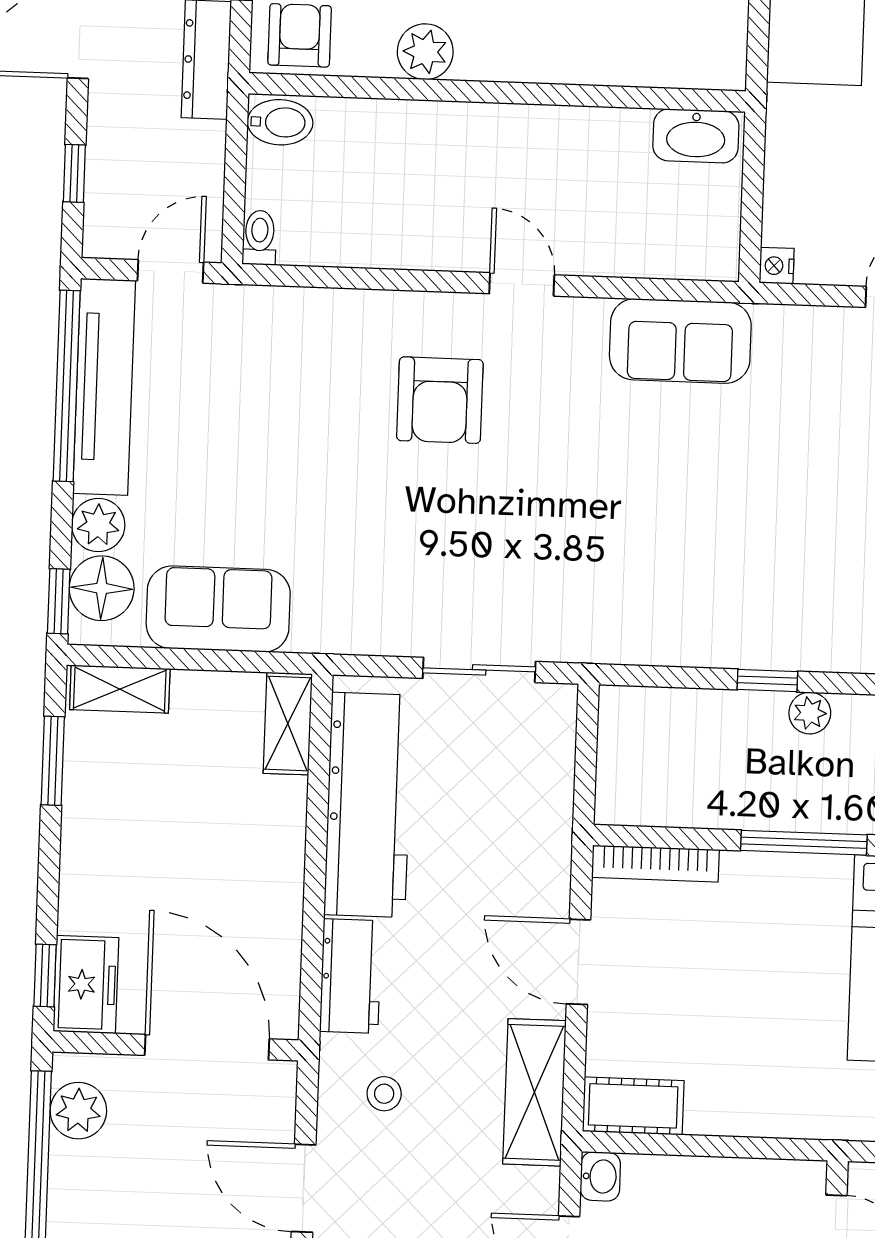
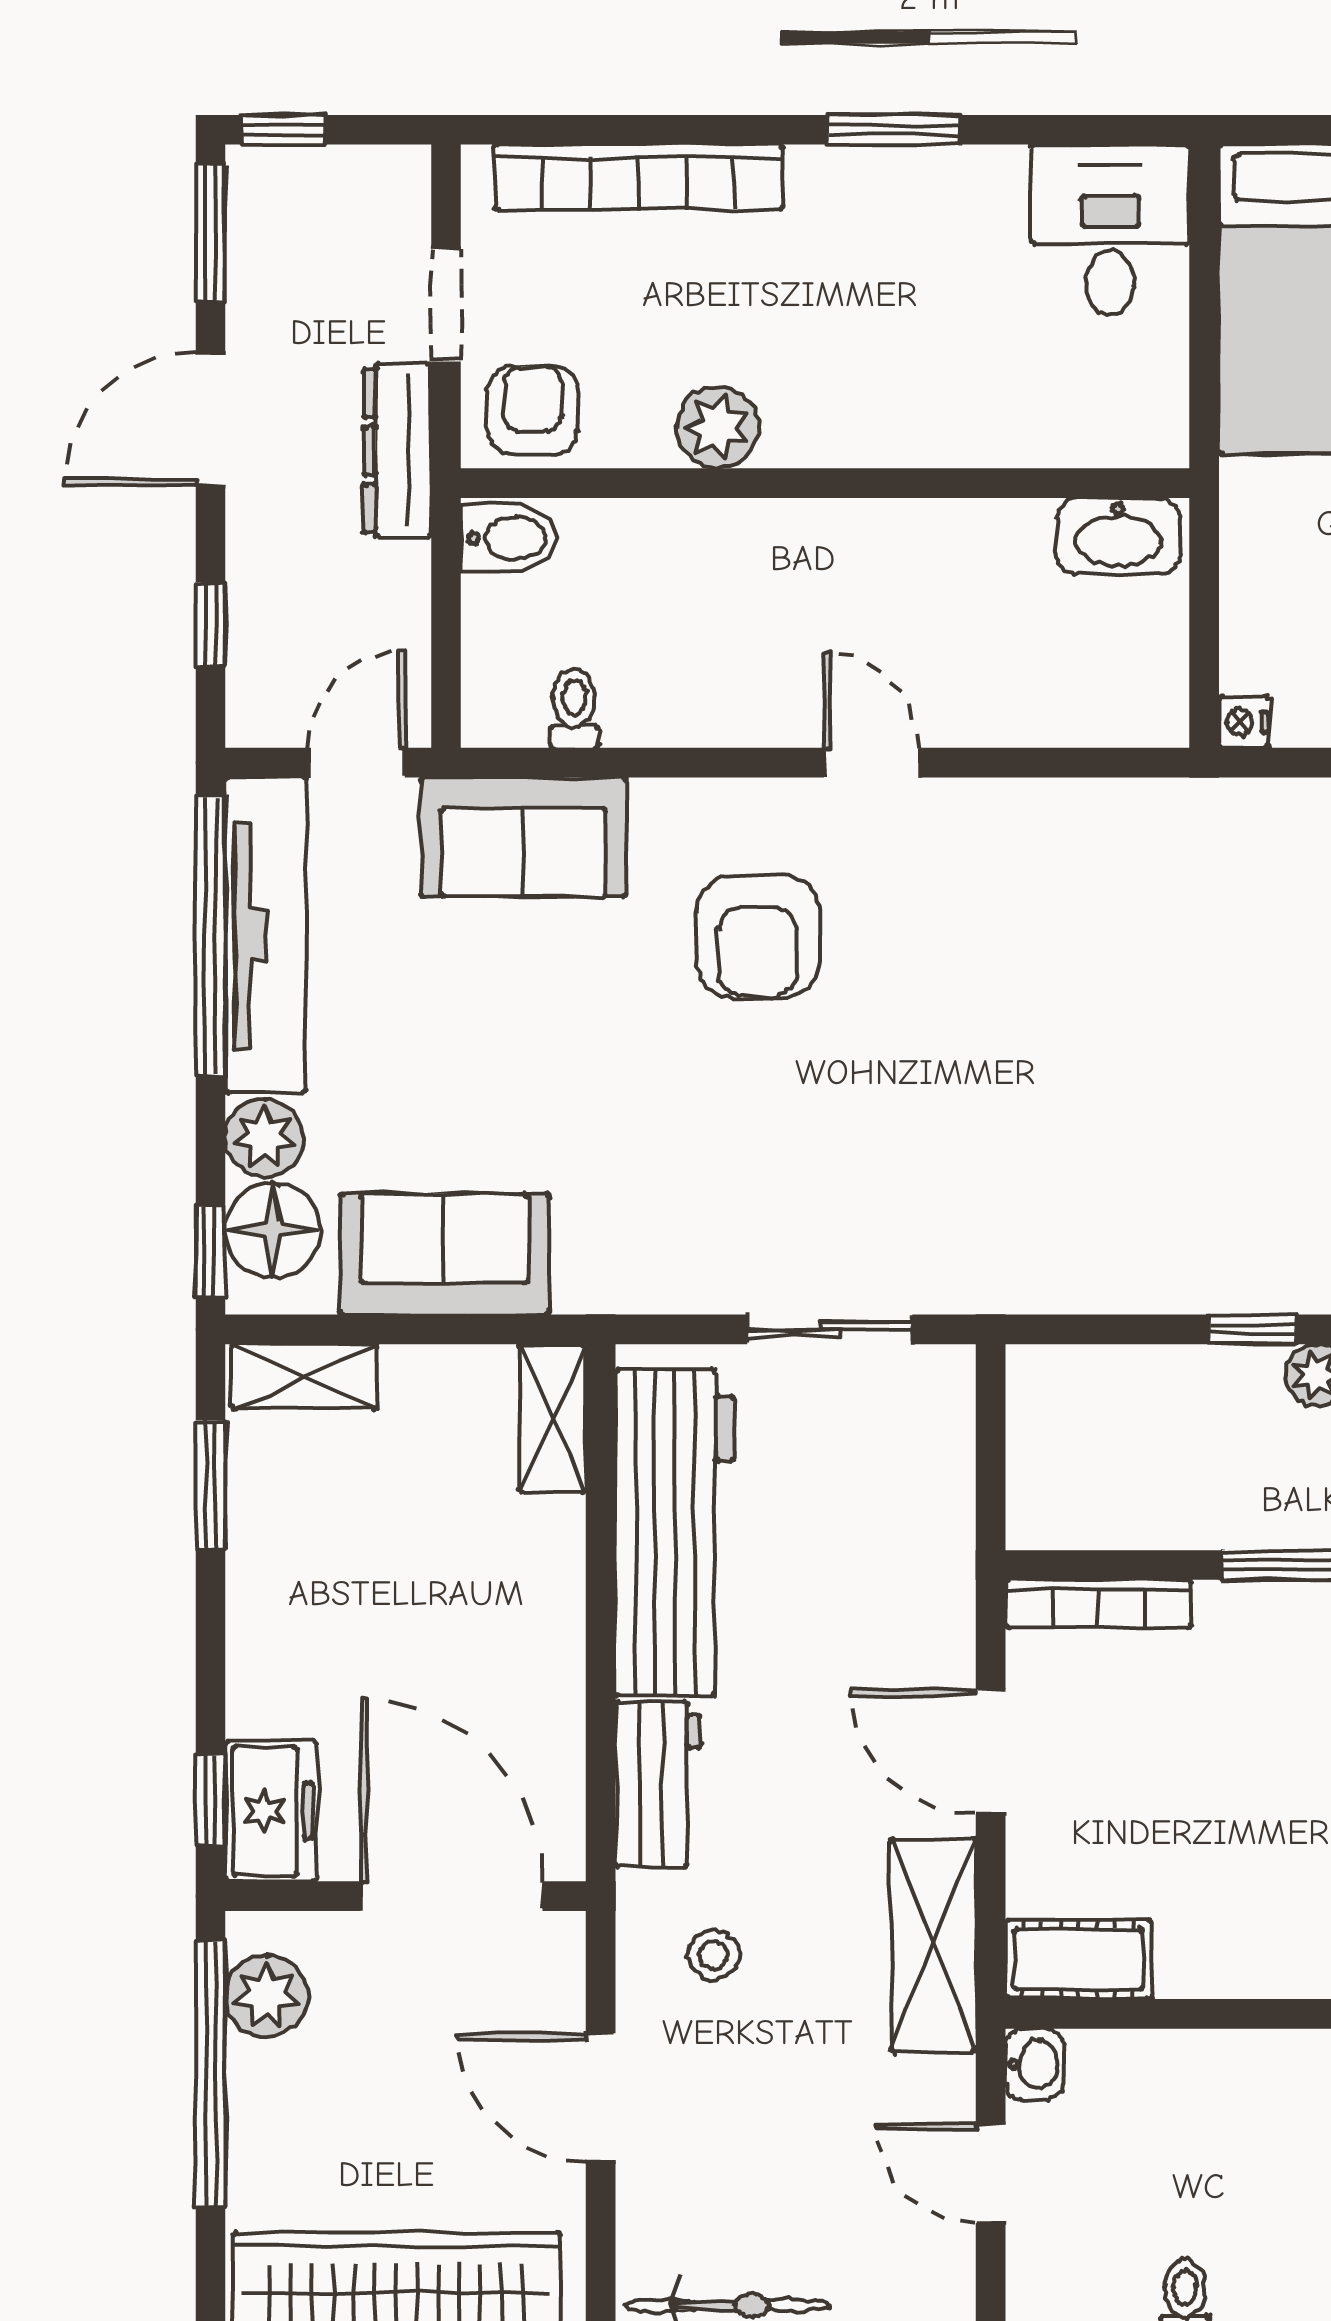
toilet: (260, 238) -> (574, 708), moved
sofa: (680, 341) -> (523, 837), moved

